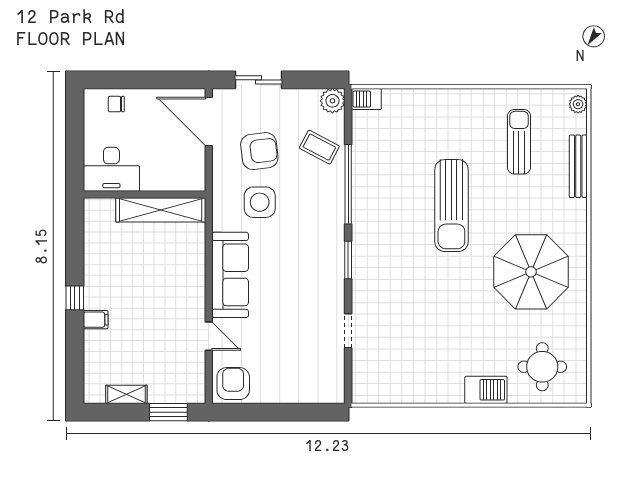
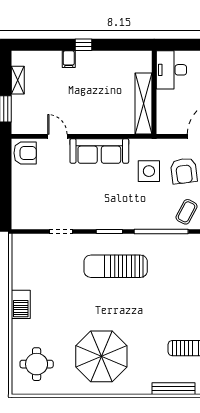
sun lounger: (451, 206) -> (116, 266), moved
door: (209, 336) -> (57, 136), swing flipped
barbecue: (486, 390) -> (21, 304), moved

